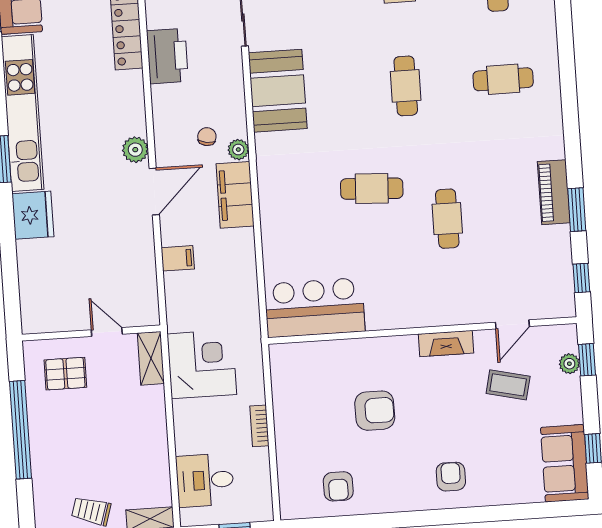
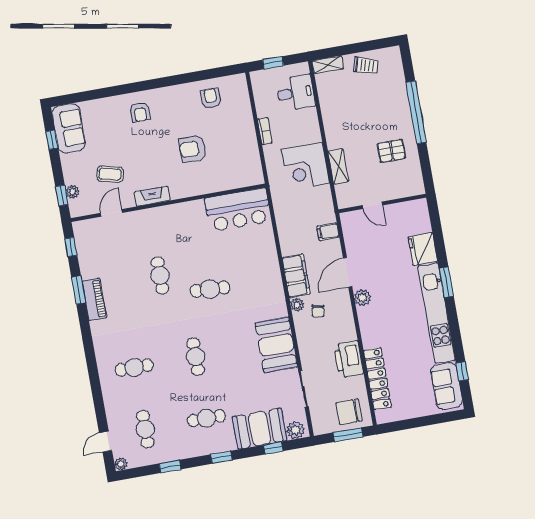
door: (107, 332) -> (372, 205), moved
wall: (91, 333) -> (382, 203), moved

